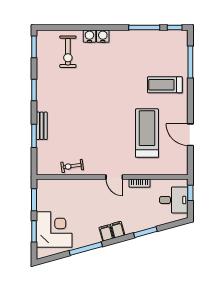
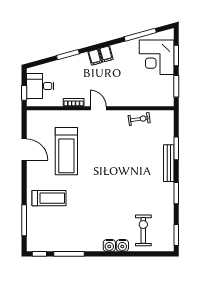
bench: (42, 126) -> (169, 163), width x1.36
window: (86, 249) -> (140, 35), moved

